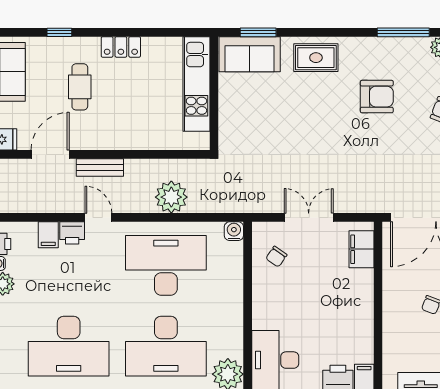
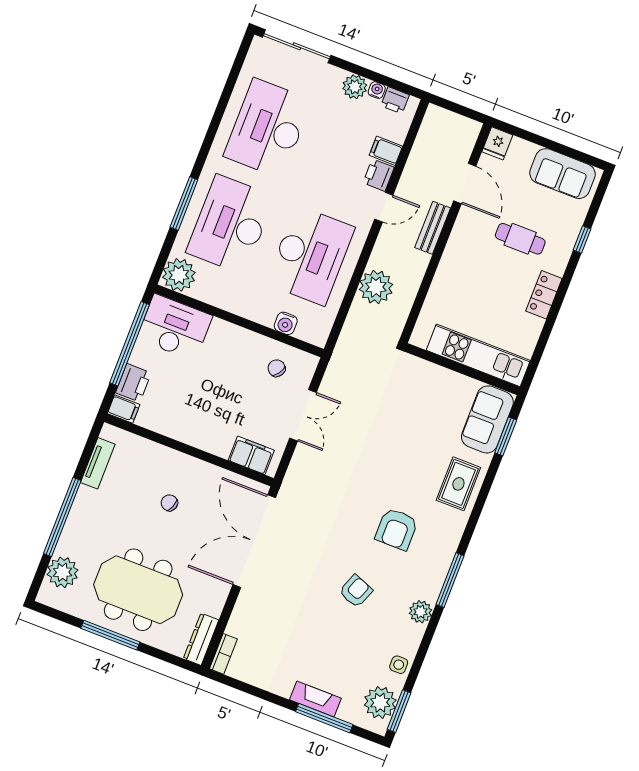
water cooler: (234, 231) -> (286, 323), moved, turned 90

